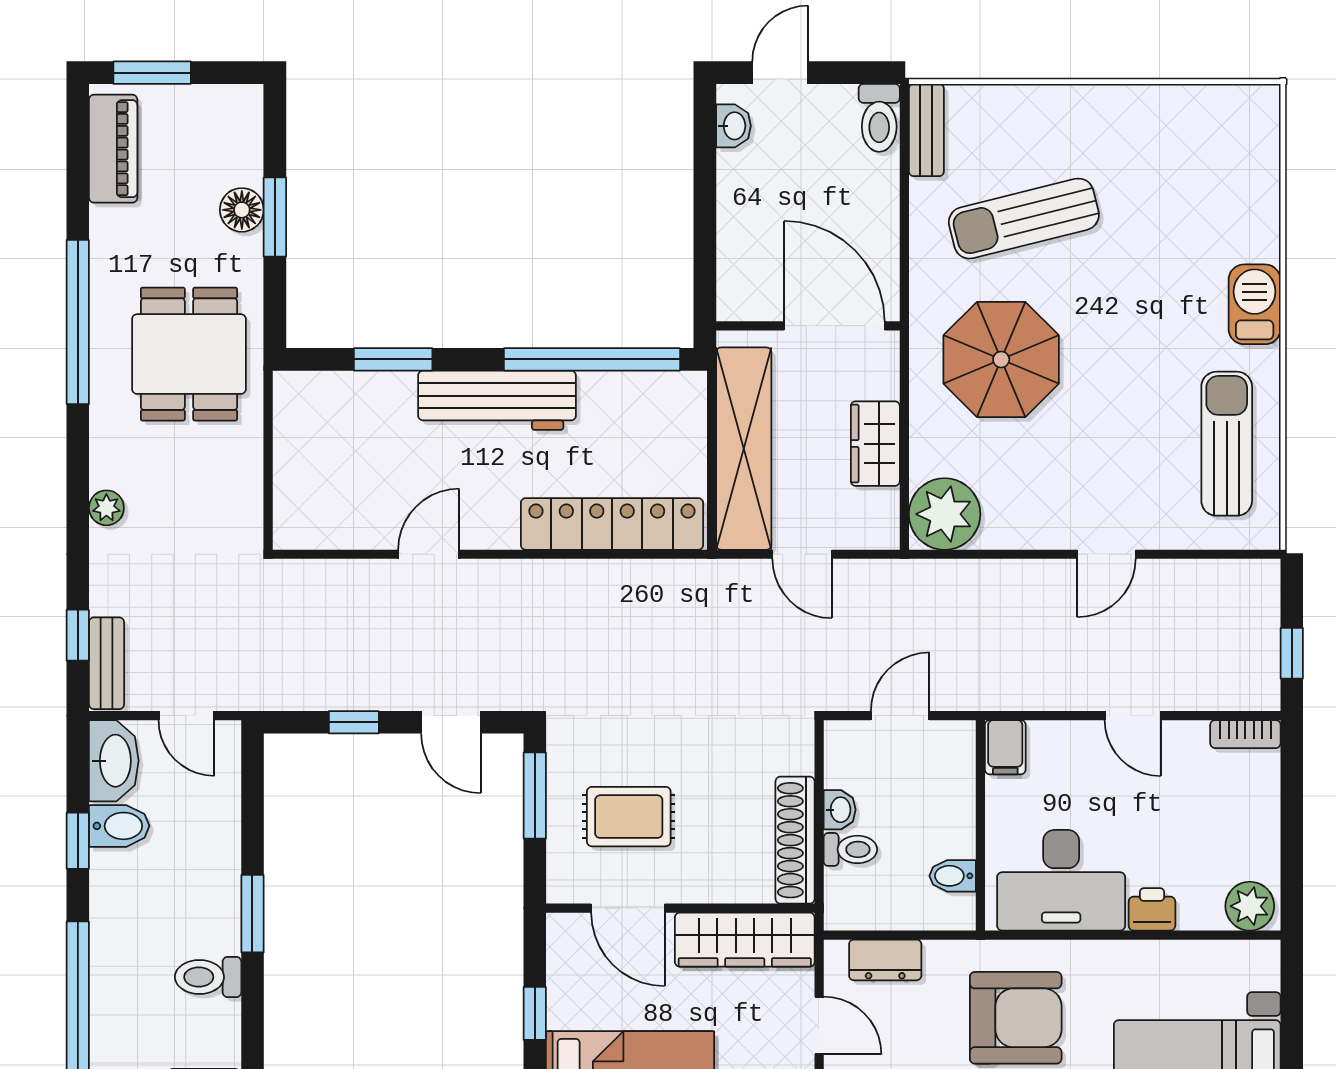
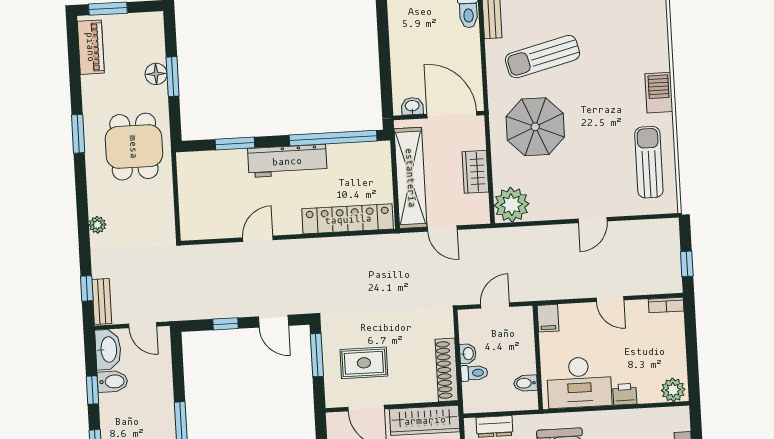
washbasin: (733, 126) -> (412, 106), moved, turned -90
window: (78, 322) -> (78, 134), width x0.47

